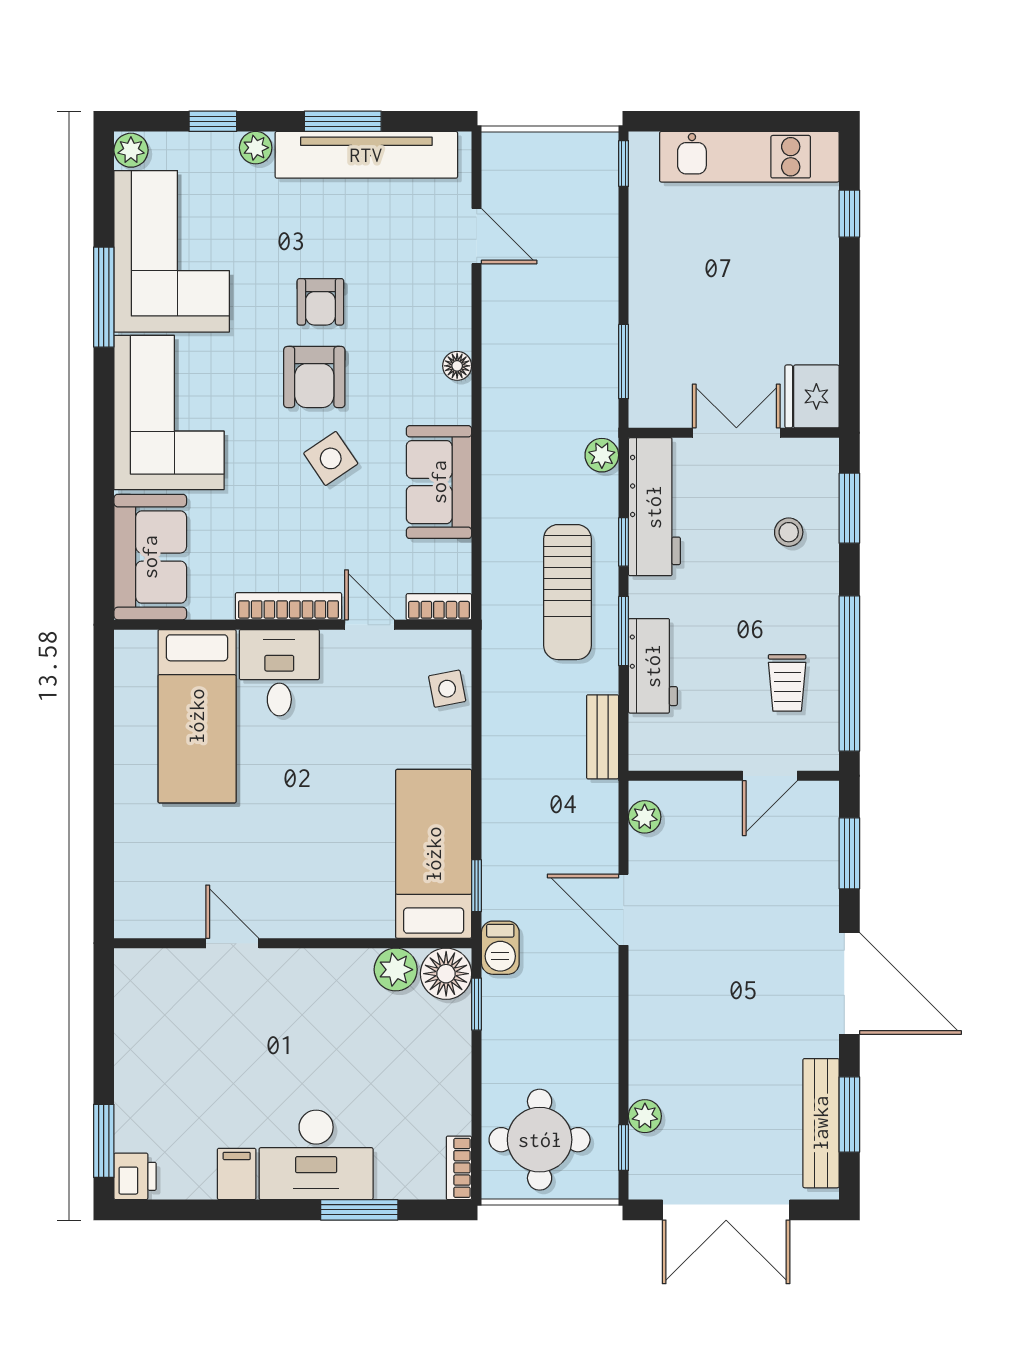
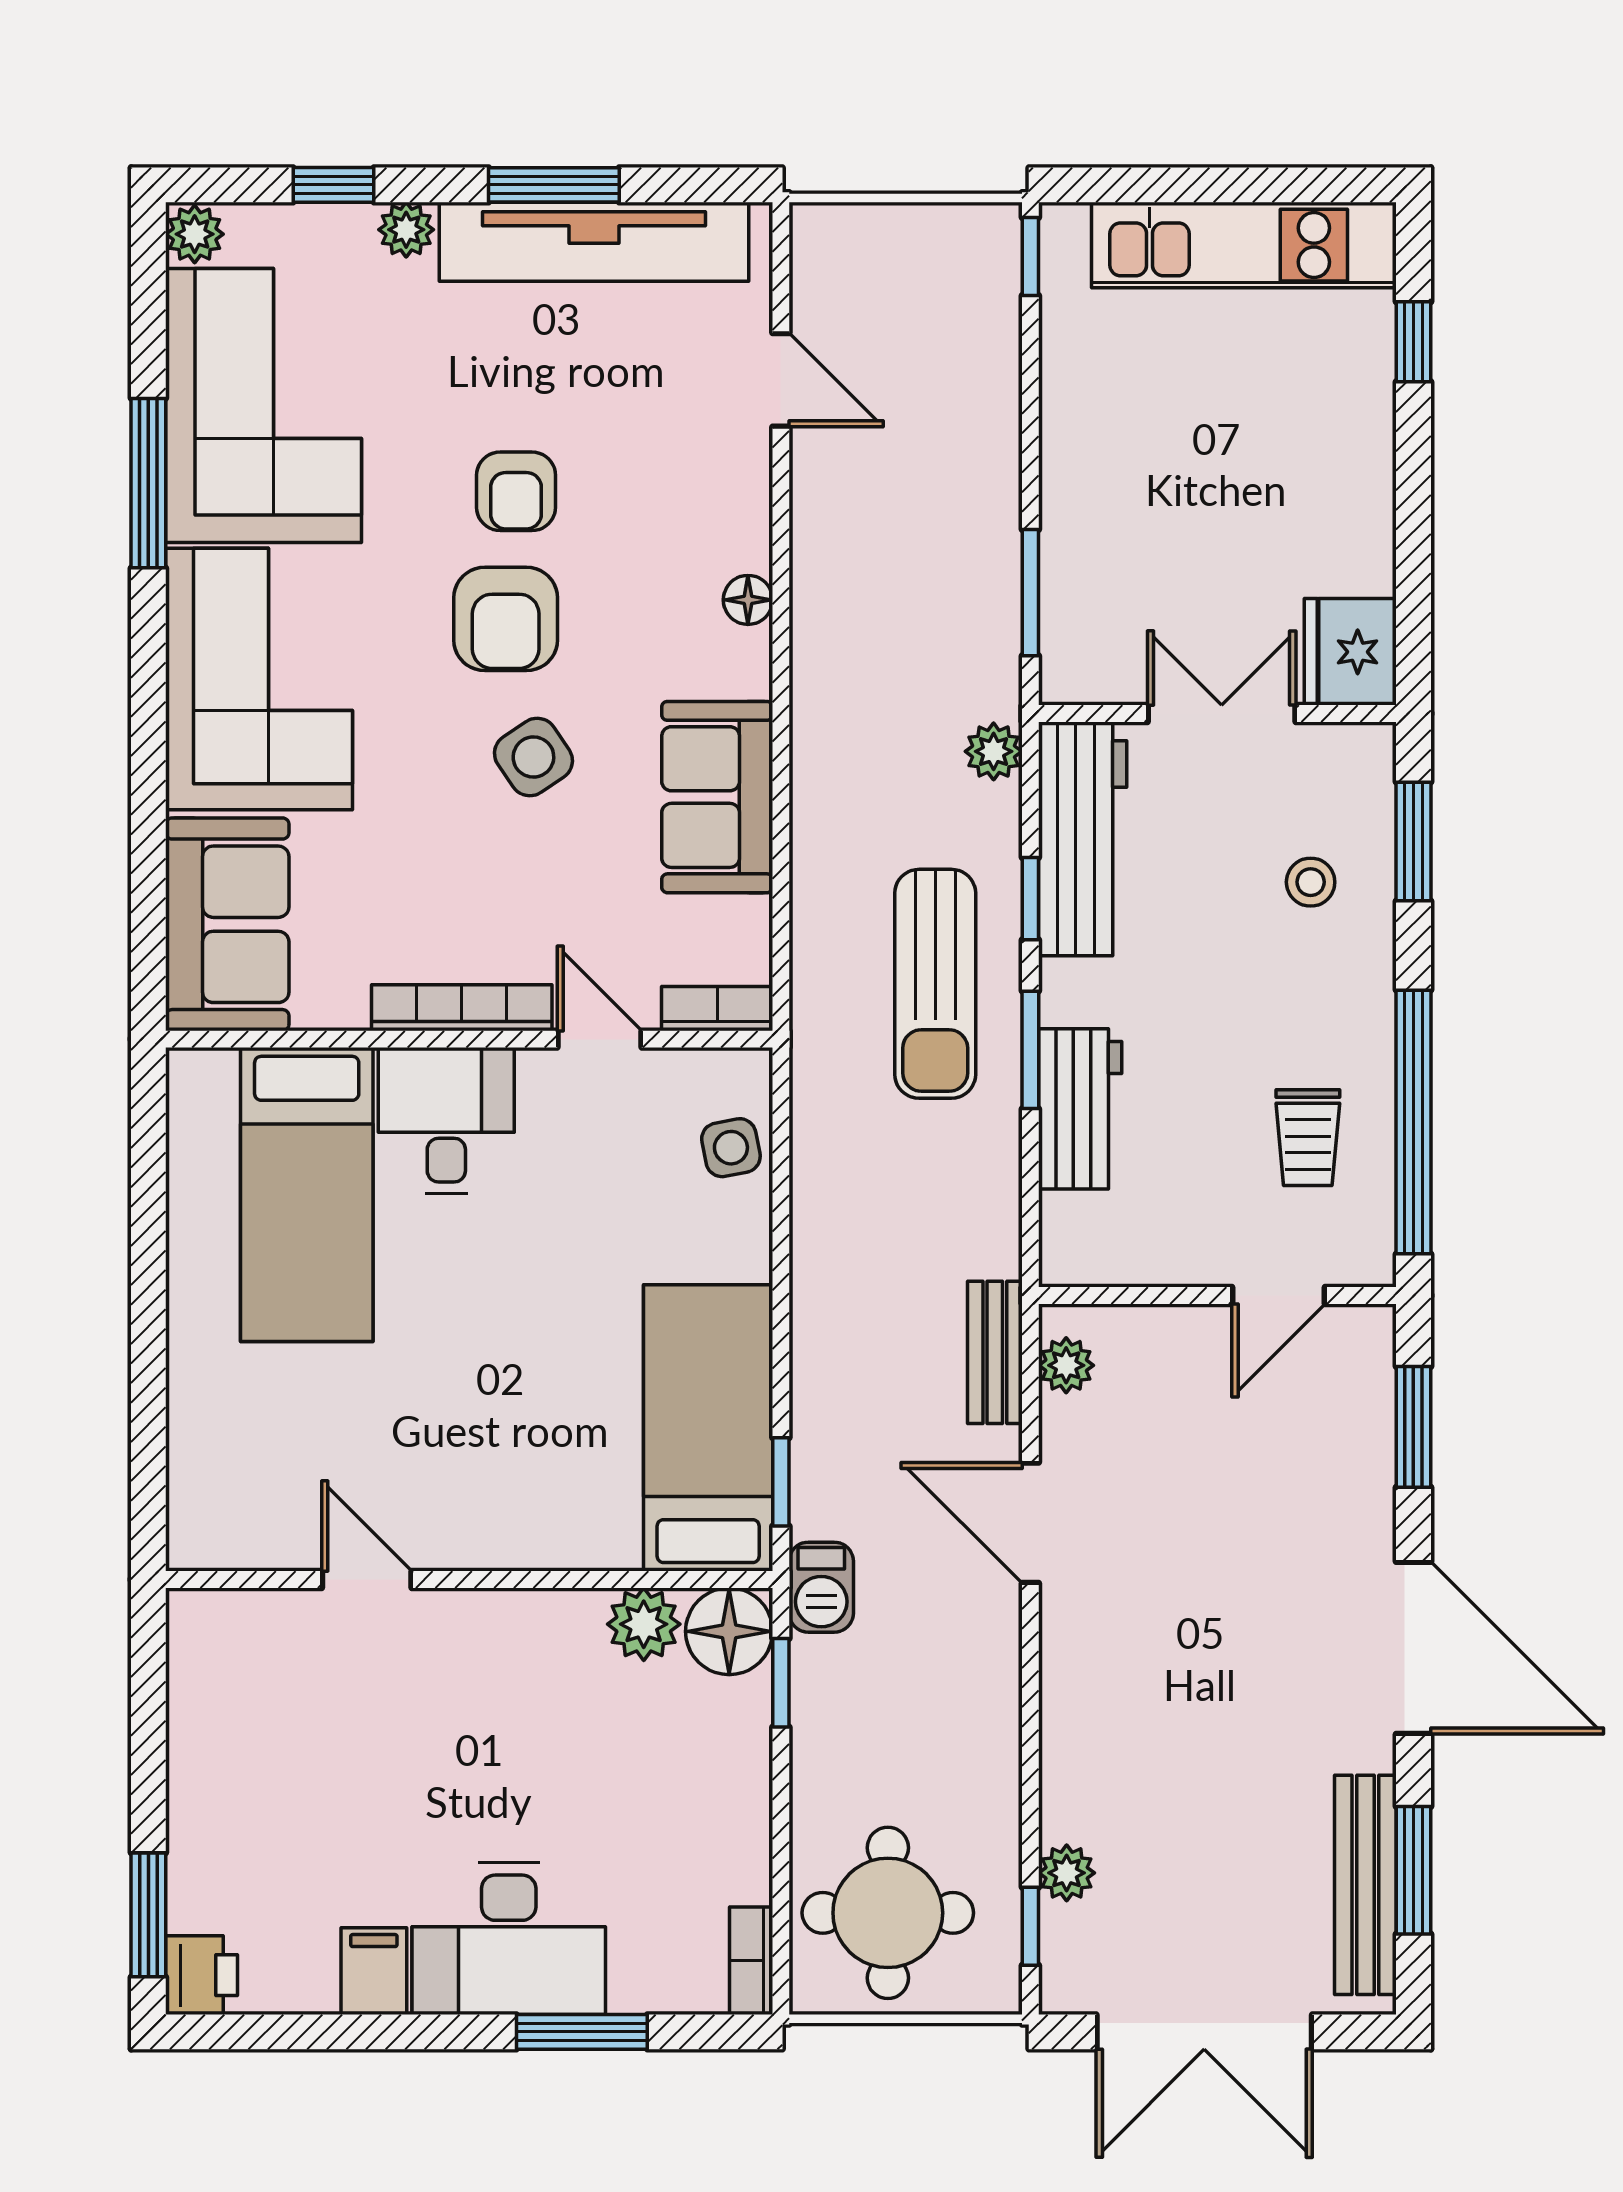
bench: (603, 737) -> (995, 1352), moved

